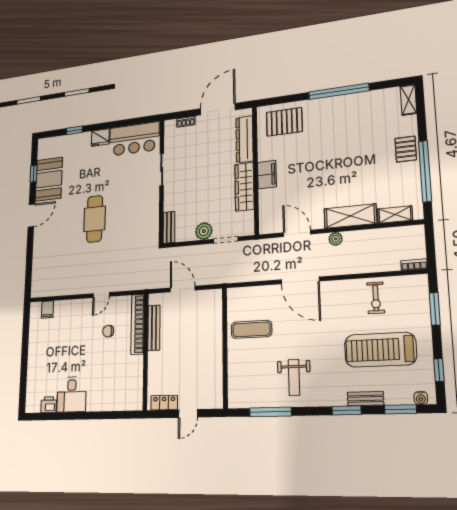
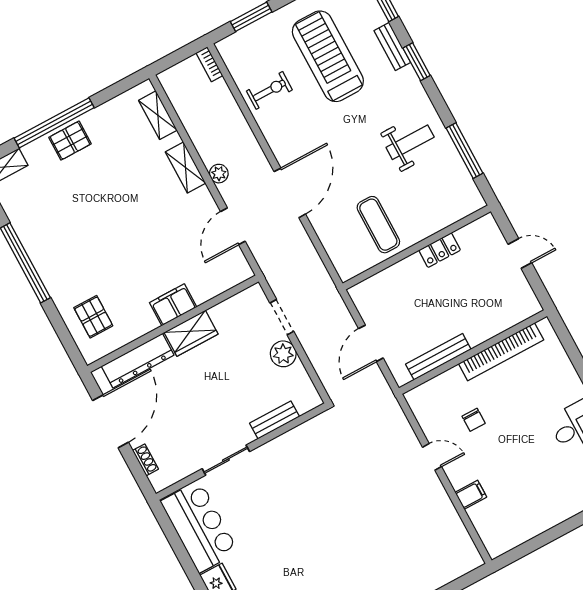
door: (218, 109) -> (111, 421), swing flipped
pallet: (284, 122) -> (93, 317), width x0.67, depth x0.71
window: (425, 171) -> (54, 123), moved
wardrobe: (244, 187) -> (191, 333), width x0.67
shelving: (350, 216) -> (186, 167), width x0.67, depth x0.75
cafe table: (95, 219) -> (335, 525), removed
bench: (169, 227) -> (275, 420), moved
filing cabinet: (47, 310) -> (471, 495), moved
bookcase: (138, 324) -> (501, 352), moved
treadmill: (380, 350) -> (328, 56), turned 180
locker: (164, 403) -> (440, 250), moved, turned -90

